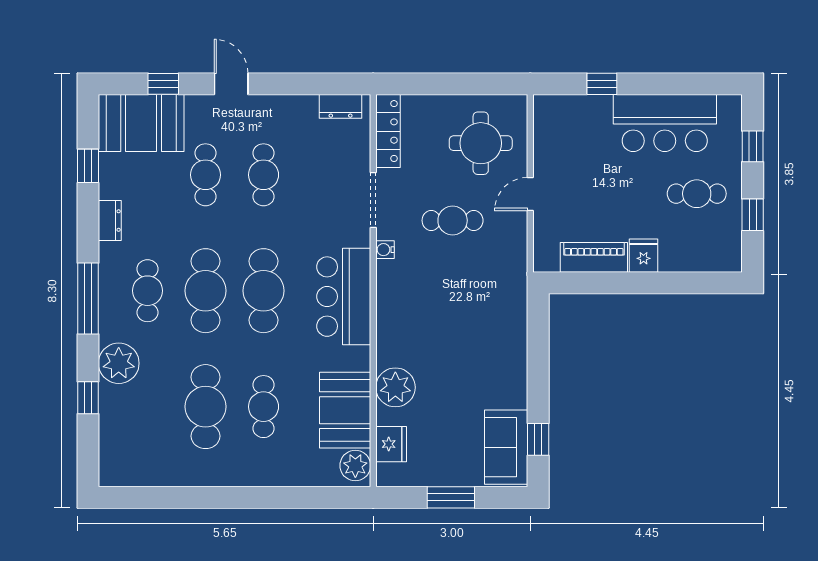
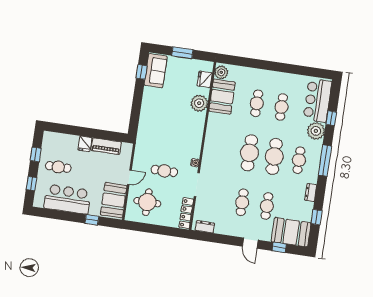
booth: (558, 136) -> (114, 200), added
bar counter: (344, 297) -> (318, 100), moved, turned 180
cafe table: (206, 407) -> (282, 107), width x0.73, depth x0.74

